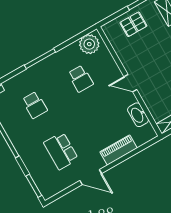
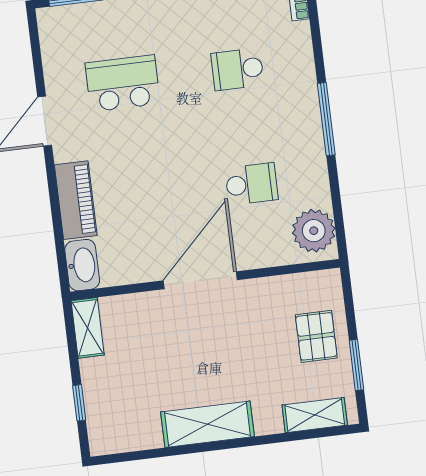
school desk: (81, 79) -> (252, 184), turned 180
door: (130, 83) -> (200, 280), width x1.87
washbasin: (138, 115) -> (82, 265), moved, turned 90

